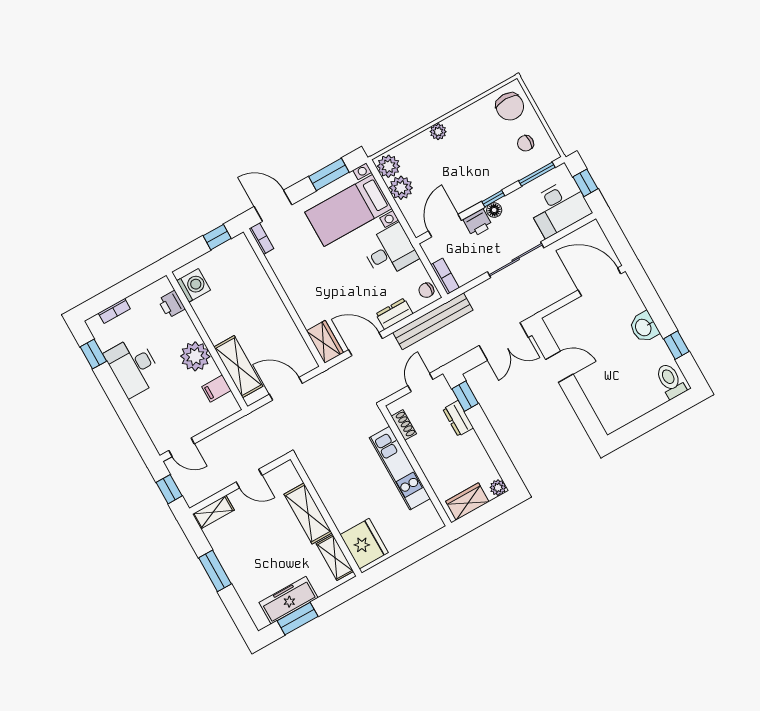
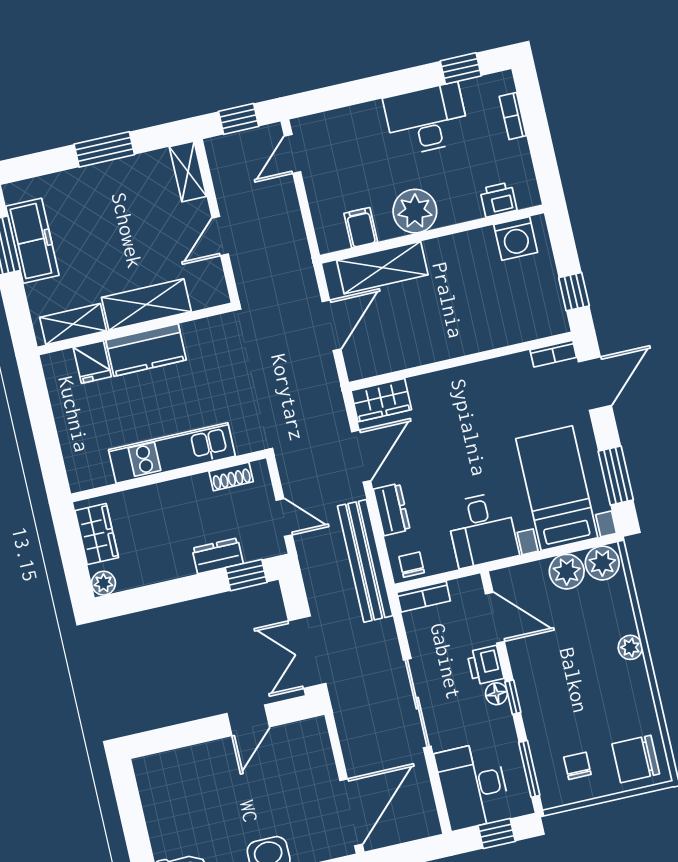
kitchen counter: (338, 505) -> (146, 350), added
fridge: (364, 544) -> (92, 362), width x0.53, depth x0.75

